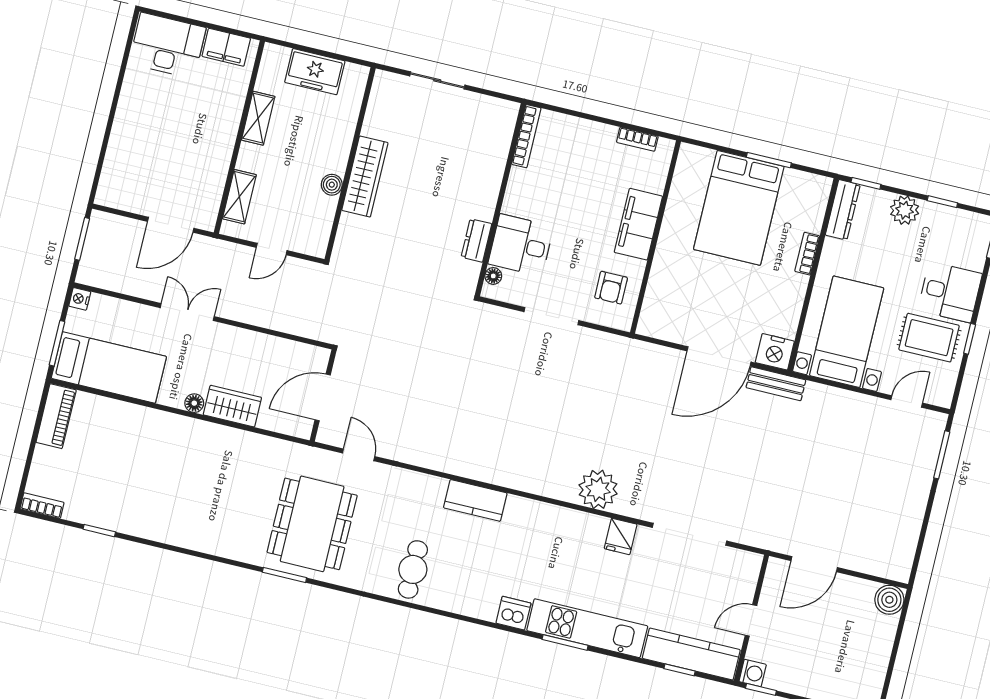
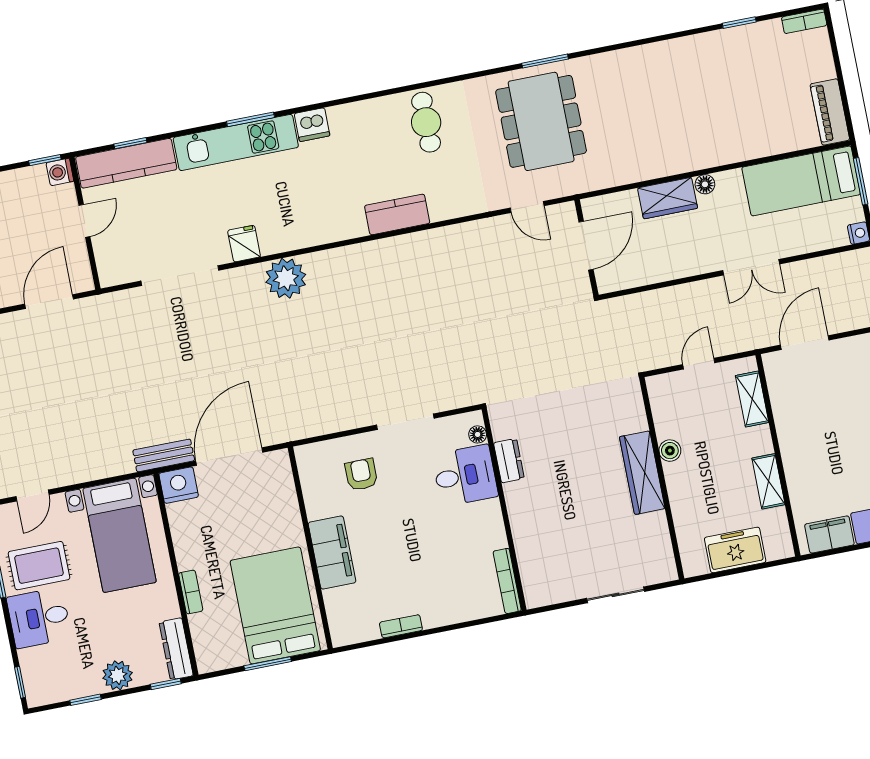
filing cabinet: (638, 224) -> (332, 553), moved
wall: (655, 237) -> (310, 548), moved

